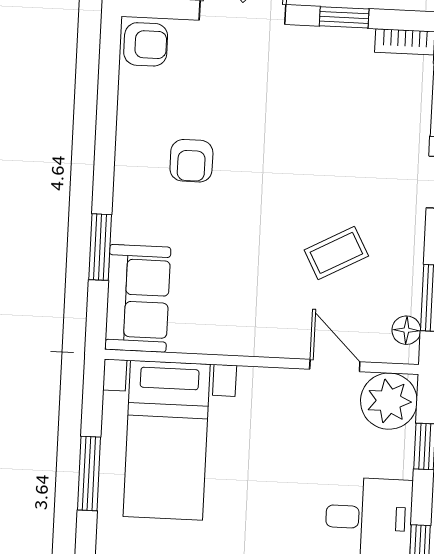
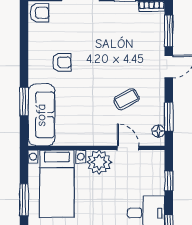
armchair: (191, 161) -> (62, 62), turned -90
sofa: (138, 298) -> (41, 115), width x1.36
plant: (389, 401) -> (99, 162), moved

